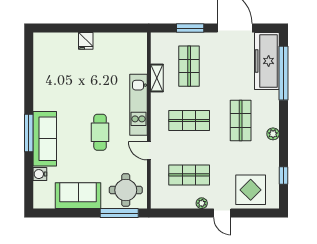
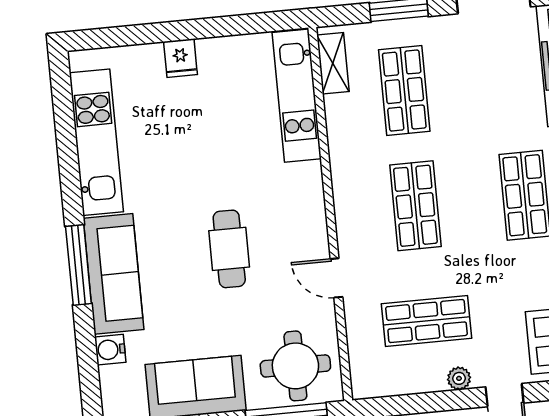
kitchen unit: (43, 76) -> (96, 142), added
shelving: (157, 78) -> (333, 63), moved
kitchen unit: (138, 105) -> (297, 96), moved
shop shelf: (189, 121) -> (415, 206), turned 90

